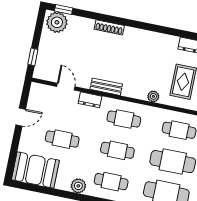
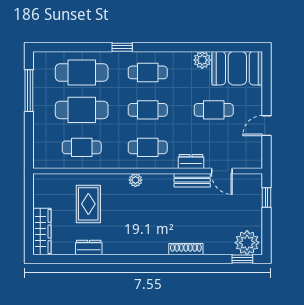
bench: (106, 87) -> (192, 180), moved
plant: (153, 96) -> (135, 180), moved
plant: (78, 186) -> (202, 60), moved

